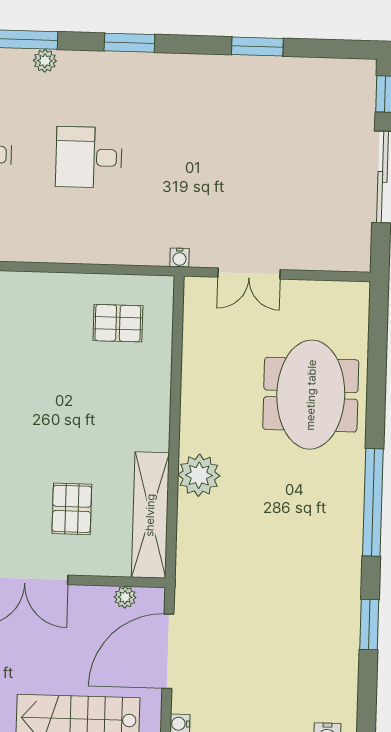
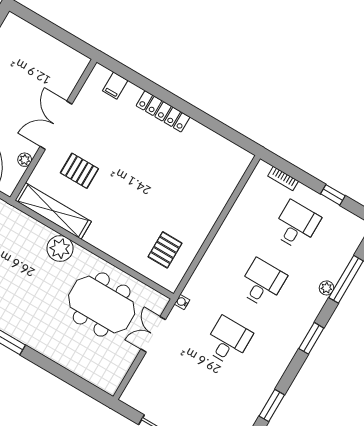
desk: (199, 161) -> (228, 341), added
meeting table: (311, 395) -> (102, 305), moved
plant: (125, 597) -> (25, 160), moved

